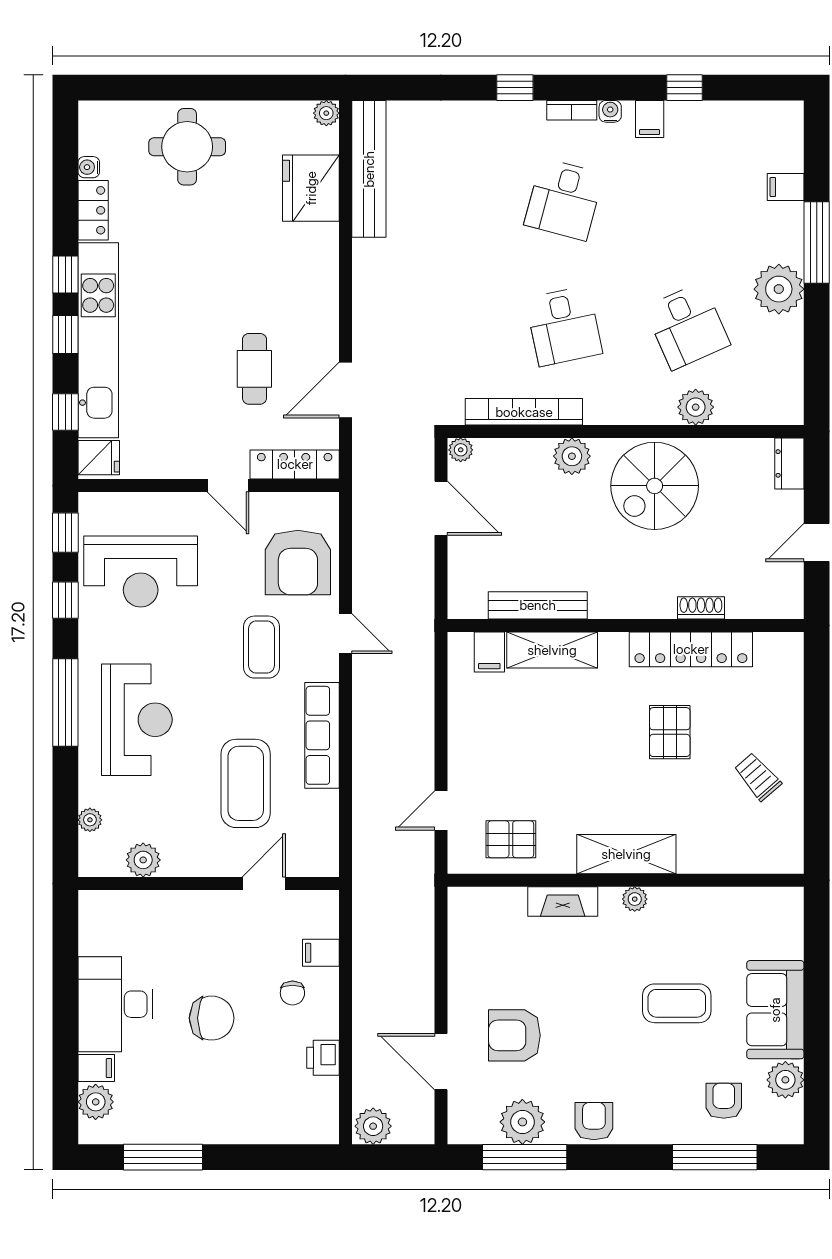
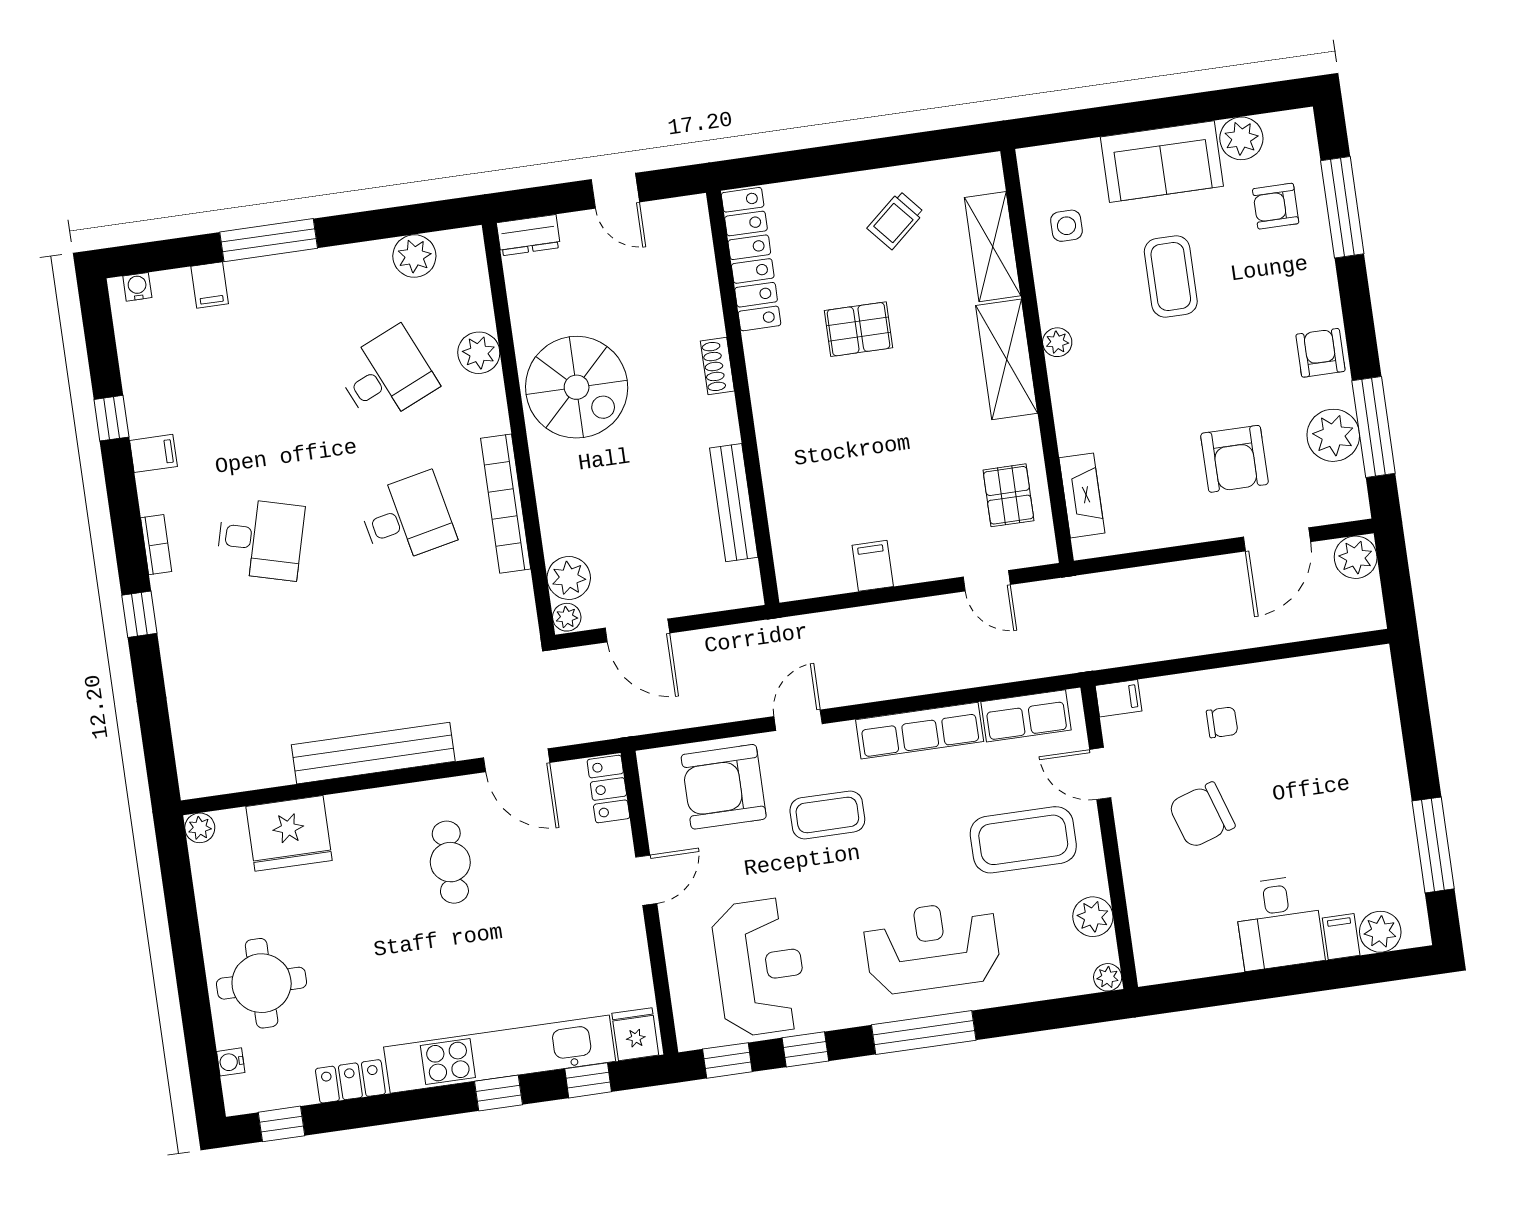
water cooler: (610, 111) -> (137, 287), moved, turned 90
water cooler: (89, 167) -> (231, 1062), moved, turned 90
bench: (369, 169) -> (373, 753), moved
window: (65, 274) -> (281, 1124), moved
plant: (779, 289) -> (414, 256), moved, width x0.73, depth x0.73
cafe table: (254, 369) -> (450, 862), moved, turned 90
bookcase: (524, 412) -> (506, 504), moved
plant: (572, 456) -> (569, 578), moved
locker: (295, 464) -> (608, 789), width x0.66
door: (441, 508) -> (637, 630), swing flipped
armchair: (298, 563) -> (724, 787), turned 180
shoe rack: (701, 608) -> (717, 366), moved
locker: (691, 649) -> (751, 259), moved
shelving: (552, 650) -> (993, 247), moved
filing cabinet: (489, 652) -> (873, 566), moved, turned -90
coffee table: (246, 783) -> (1023, 840), moved
plant: (90, 820) -> (1108, 977), moved
row of seats: (322, 827) -> (1026, 716), added
fireplace: (563, 901) -> (1082, 495), moved
side table: (732, 921) -> (1066, 226), added
filing cabinet: (321, 953) -> (1118, 698), moved, turned -90
desk: (115, 1004) -> (1279, 923), width x0.73
chair: (212, 1018) -> (1202, 815), moved, turned -108
printer: (323, 1058) -> (1292, 676), removed
armchair: (594, 1121) -> (1320, 353), turned 90
plant: (373, 1126) -> (1356, 557), moved

